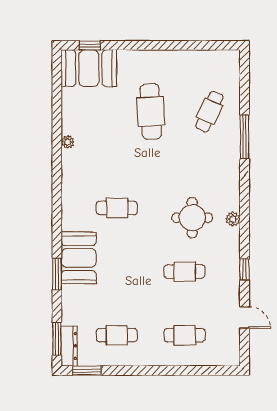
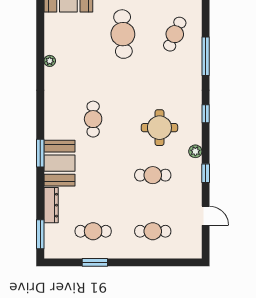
window: (244, 202) -> (206, 114), added
cafe table: (117, 208) -> (93, 119), turned 90
plant: (233, 219) -> (195, 151), moved
window: (57, 274) -> (40, 153), moved
dresser: (69, 346) -> (51, 205), moved
window: (87, 370) -> (95, 262), moved

